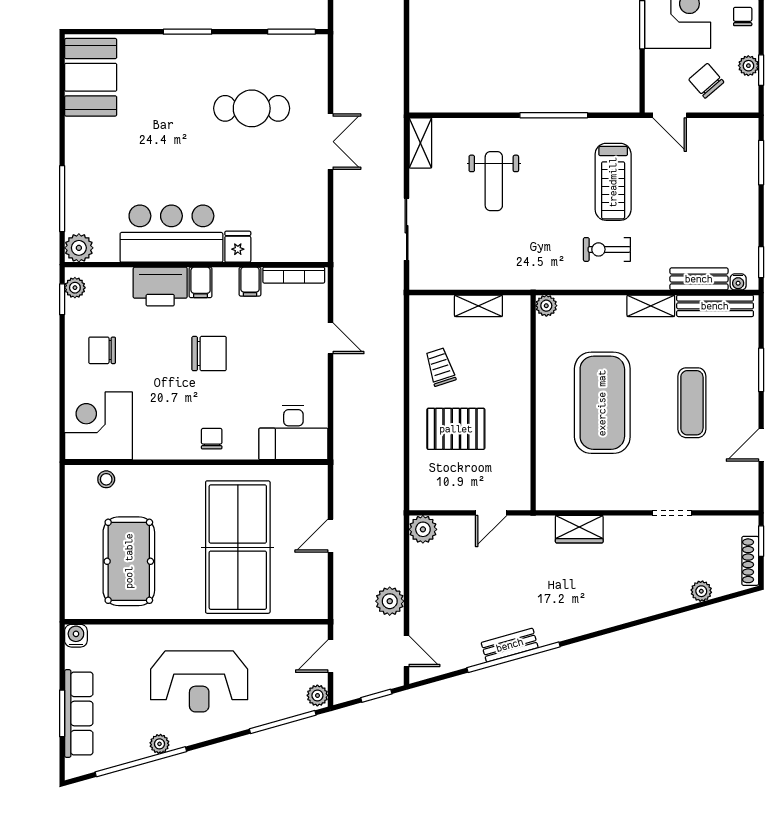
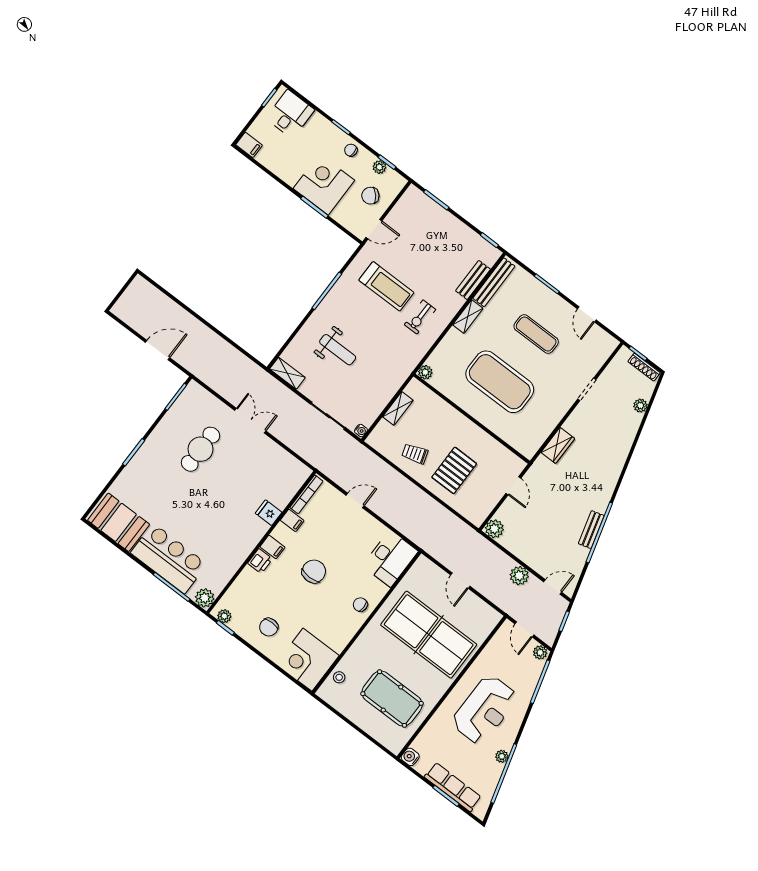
bar counter: (171, 234) -> (169, 558), moved, turned 90
water cooler: (738, 282) -> (361, 431), moved
printer: (160, 287) -> (260, 561), width x0.53, depth x0.68

